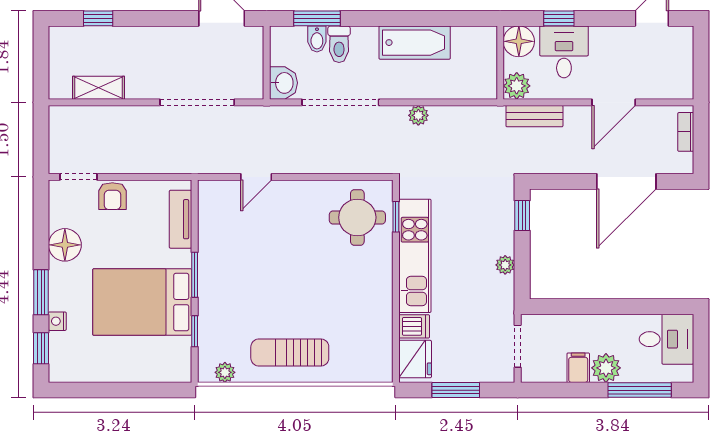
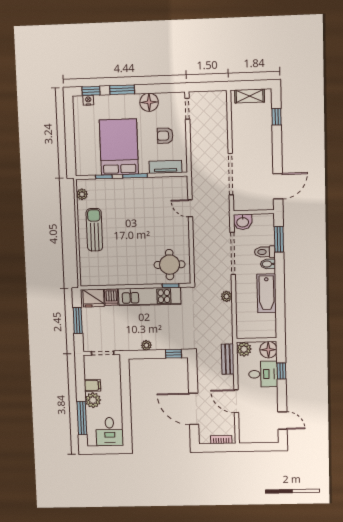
bidet: (317, 39) -> (268, 264), moved
shelving: (99, 88) -> (250, 96), moved, turned 90
armchair: (112, 196) -> (165, 136), moved
nightstand: (57, 321) -> (88, 100), moved

